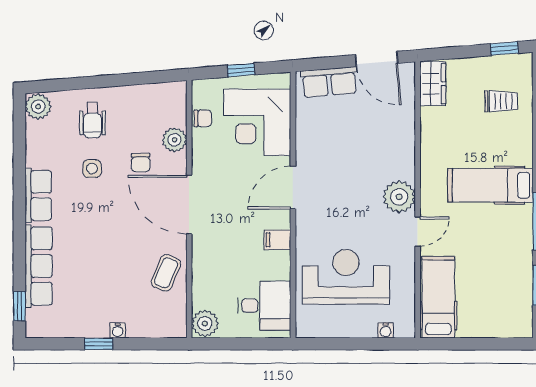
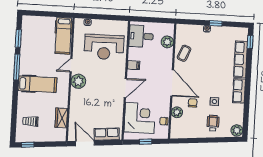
wardrobe: (433, 84) -> (61, 118), moved
plant: (205, 323) -> (167, 42), moved

